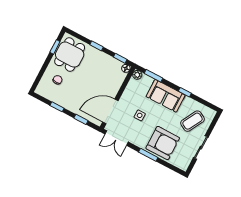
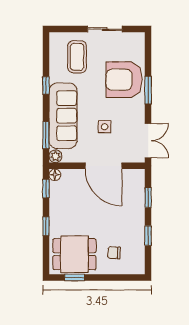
sofa: (166, 96) -> (63, 116), width x1.36
door: (110, 111) -> (103, 166), moved
coffee table: (192, 121) -> (77, 57), turned 61
armchair: (163, 143) -> (124, 80), turned -90

